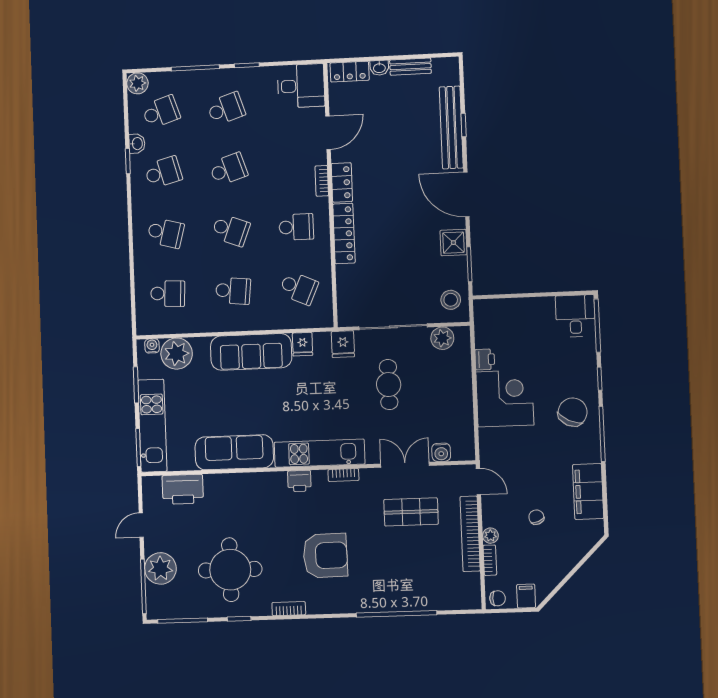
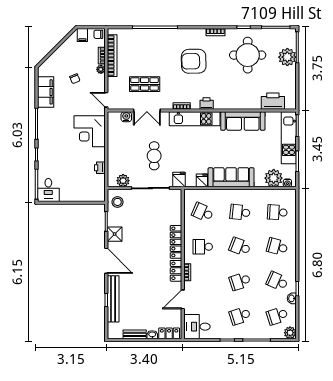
school desk: (163, 172) -> (277, 281), turned 39
corner desk: (505, 398) -> (90, 131), moved
chair: (573, 412) -> (52, 136), removed
door: (141, 525) -> (297, 82), removed
bookcase: (470, 534) -> (112, 56), moved

